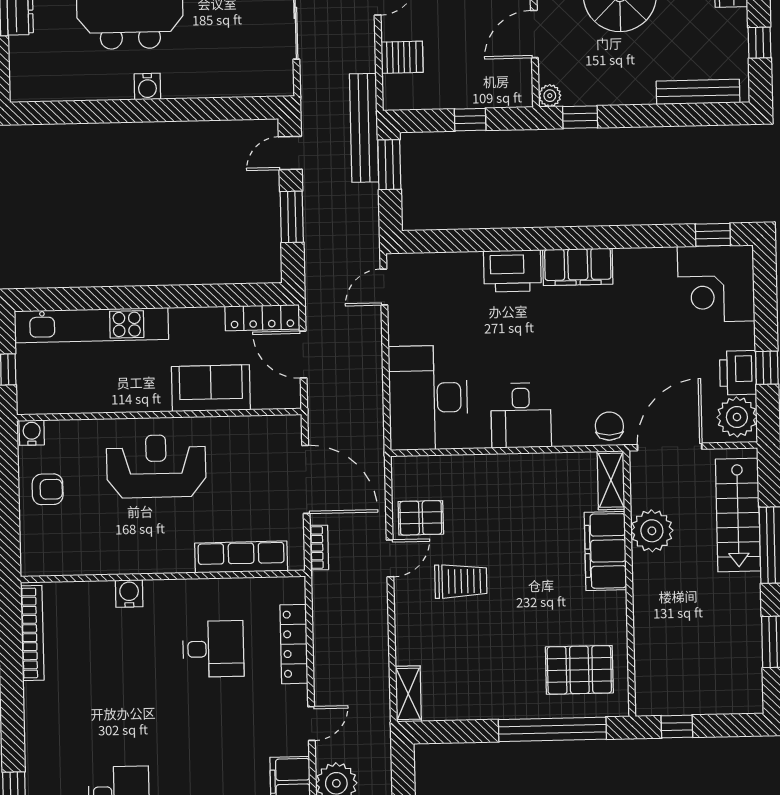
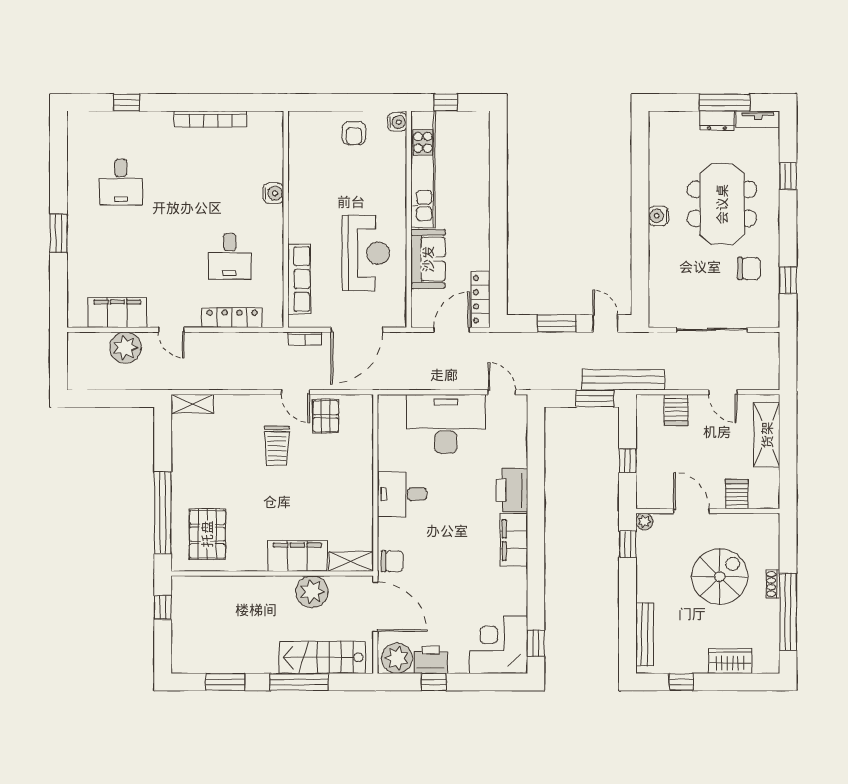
kitchen unit: (91, 325) -> (423, 169), moved, turned 180
desk: (428, 398) -> (446, 424), moved
reception desk: (156, 466) -> (366, 253), moved
bookcase: (32, 633) -> (211, 119), moved

